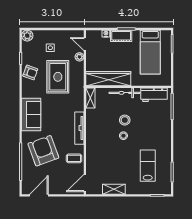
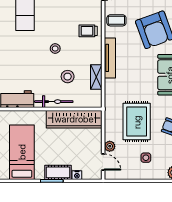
shelving: (90, 98) -> (96, 77), moved
stool: (125, 120) -> (68, 77), moved
trolley: (97, 150) -> (88, 31), added

